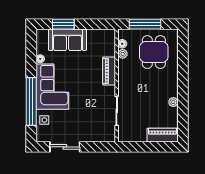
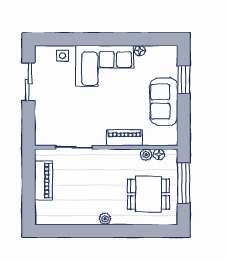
sofa: (68, 40) -> (164, 102), moved
window: (31, 102) -> (86, 39), removed
plant: (173, 102) -> (105, 219), moved
piano: (163, 135) -> (43, 181), moved

